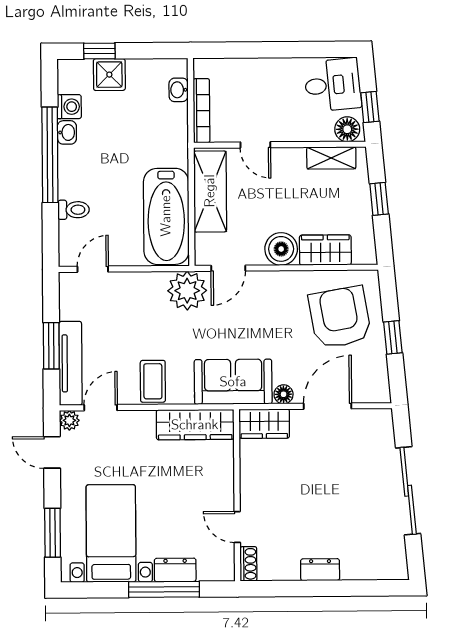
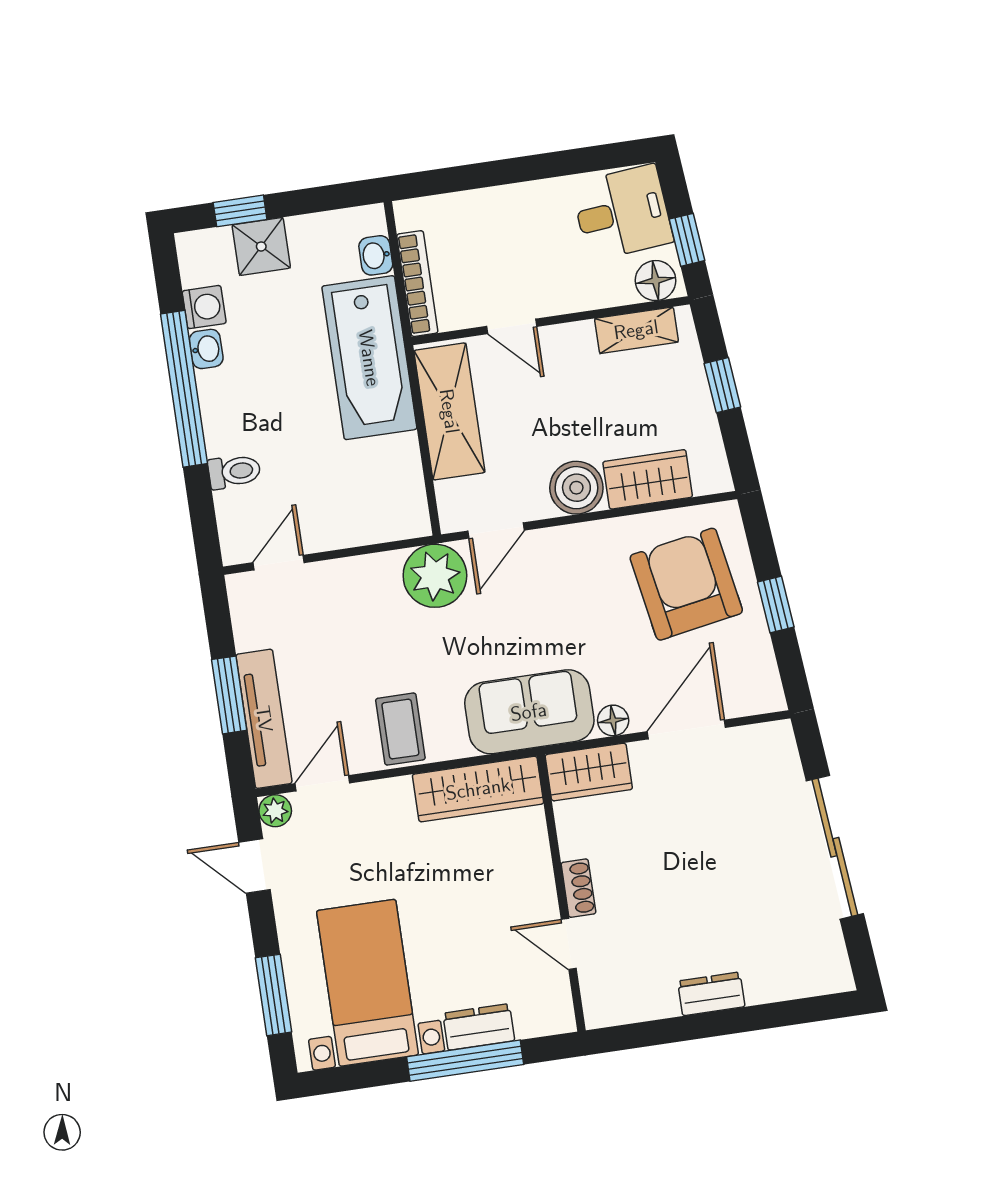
bathtub: (166, 216) -> (369, 358), moved
shoe rack: (248, 564) -> (578, 888), moved

